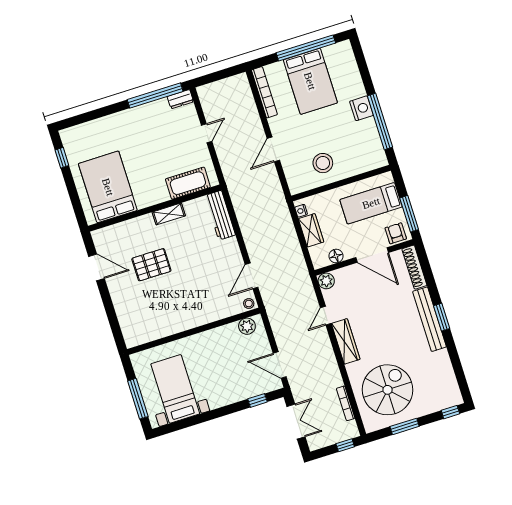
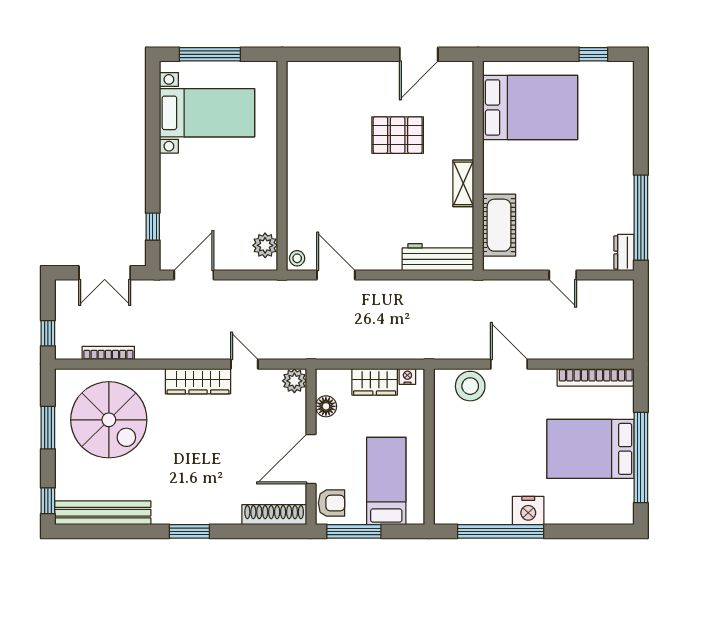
stool: (323, 163) -> (470, 386), moved
pallet: (151, 265) -> (398, 135), turned 90
bench: (429, 319) -> (103, 513), moved

